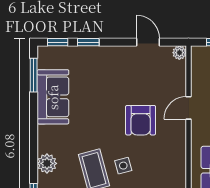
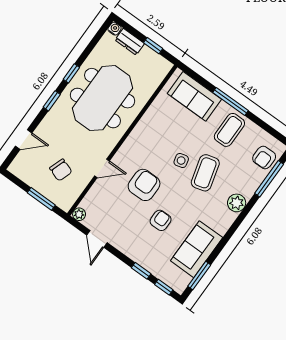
armchair: (103, 99) -> (161, 220), added

